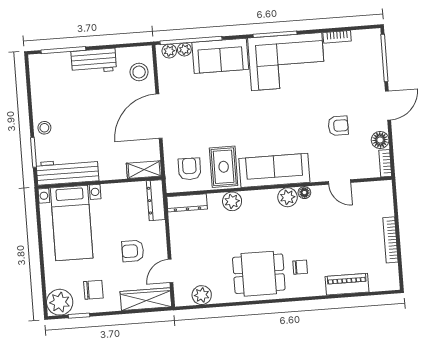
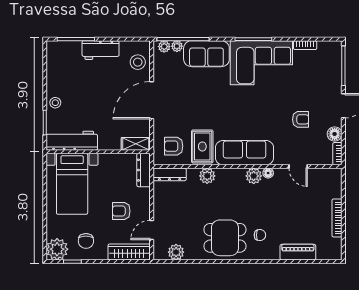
armchair: (189, 169) -> (174, 146), turned -91
chair: (93, 290) -> (86, 241), turned 90

